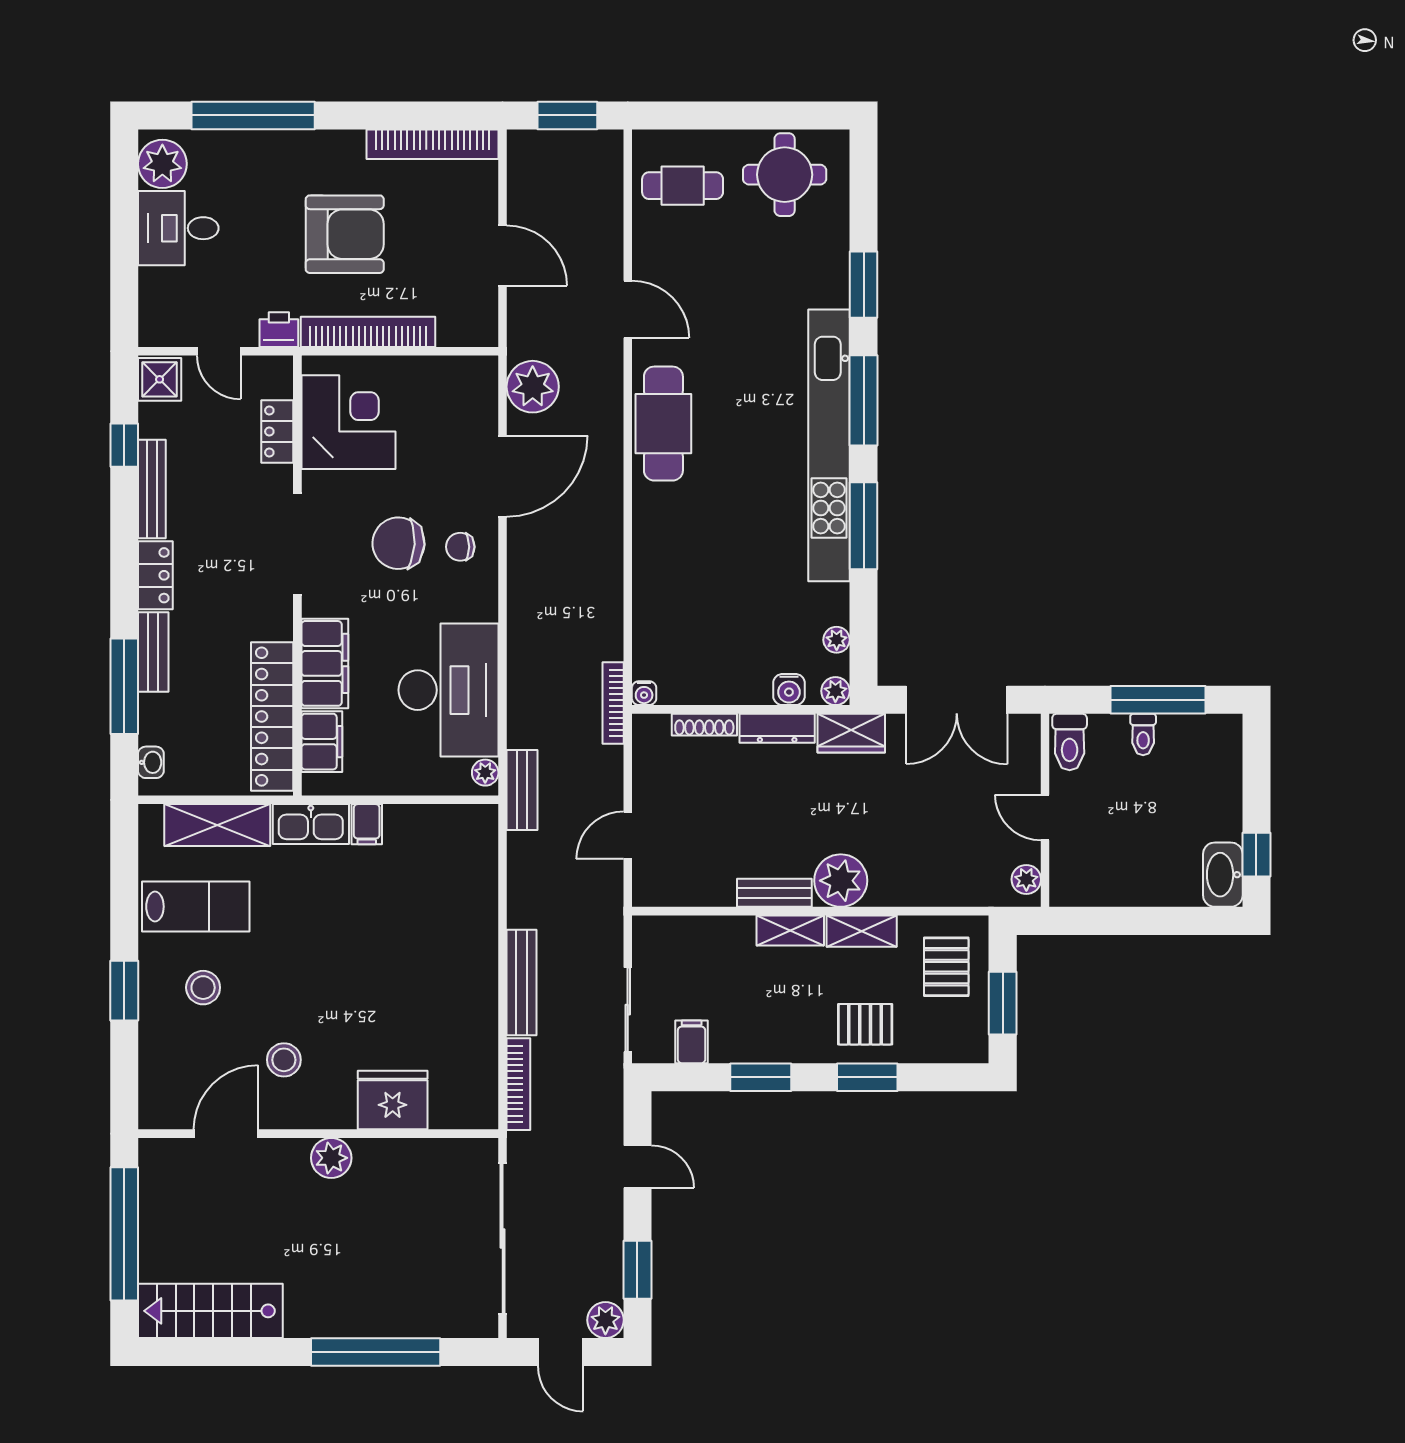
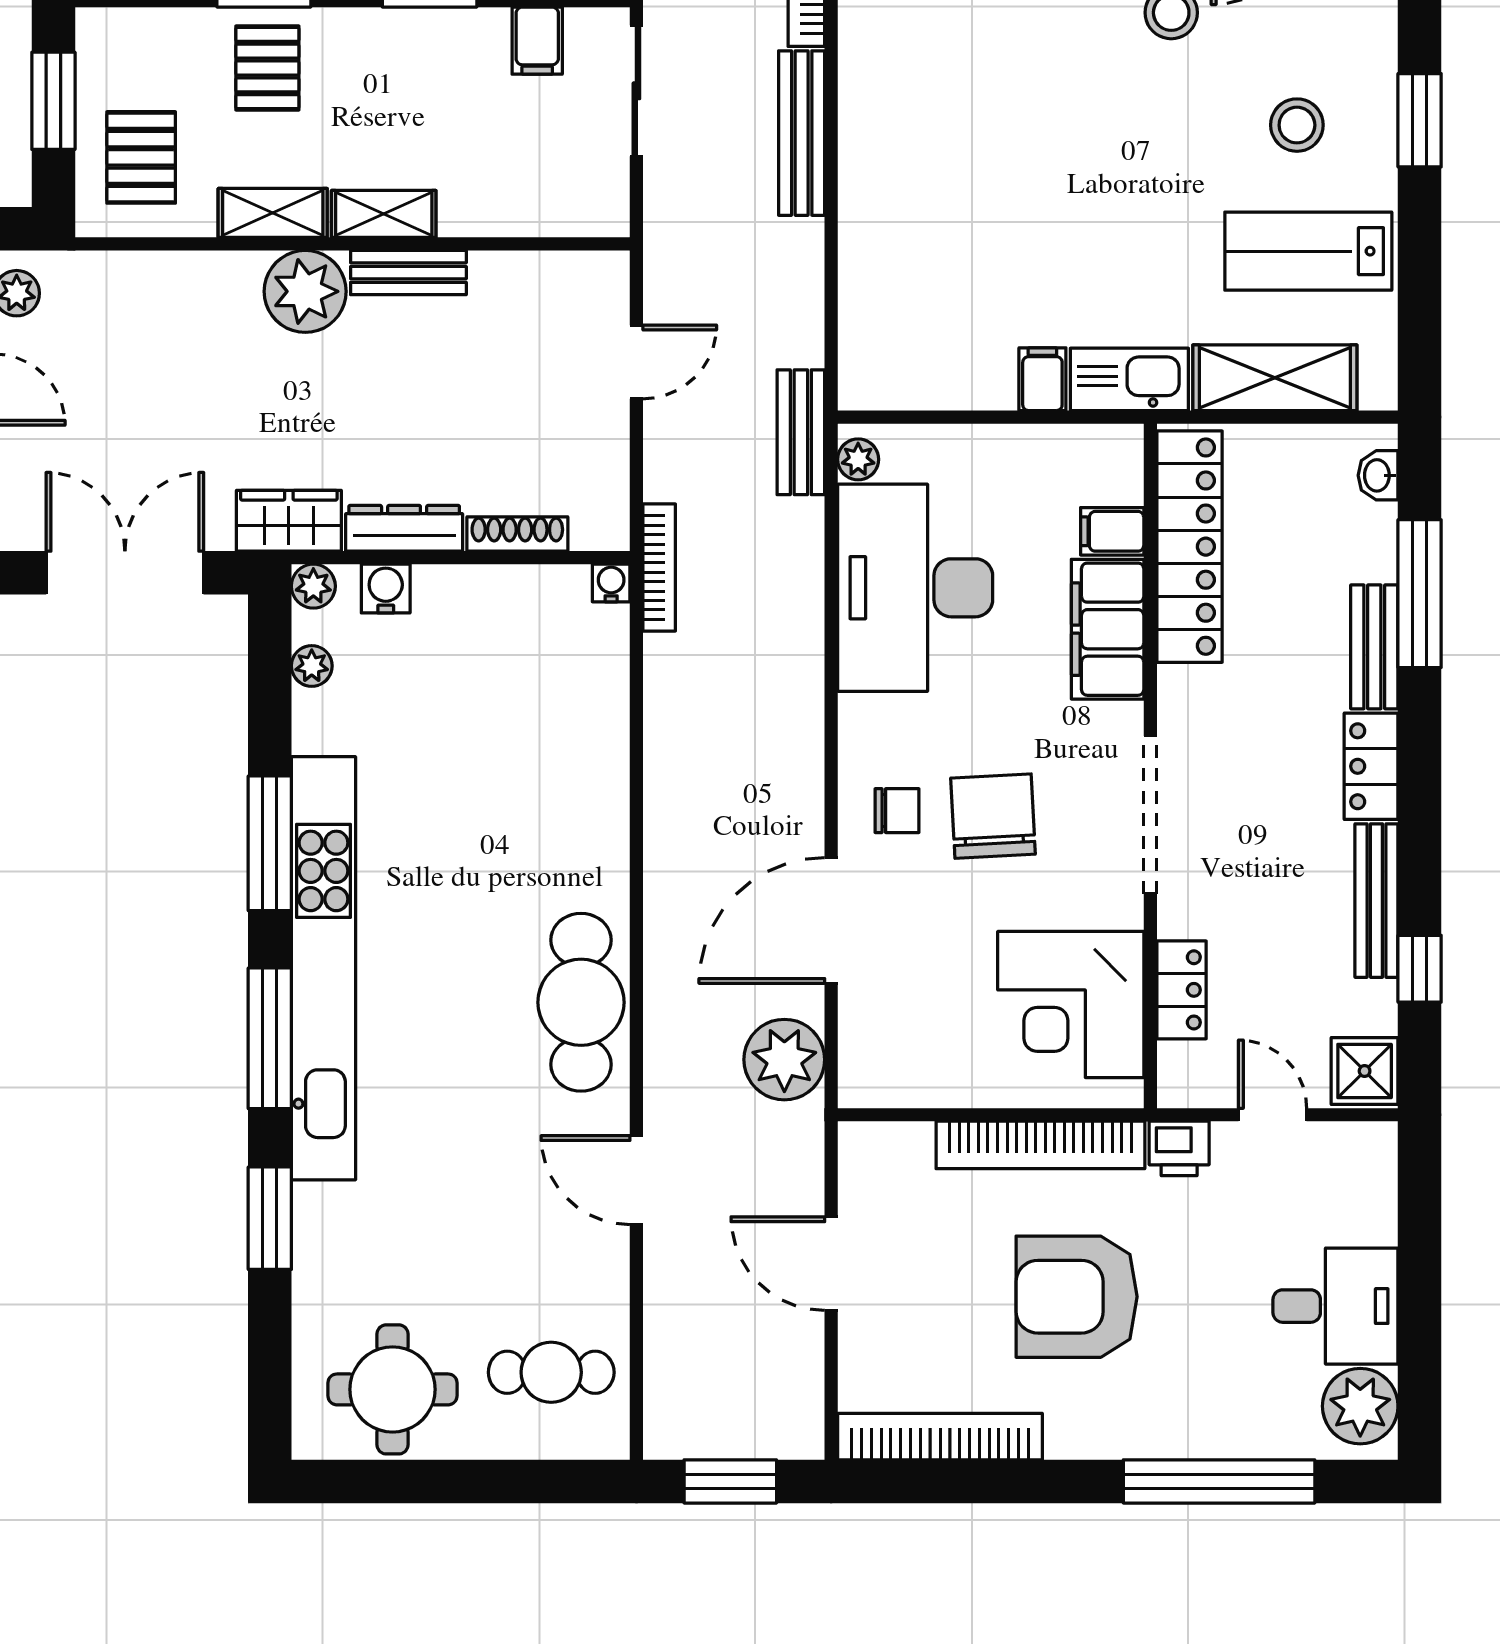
chair: (398, 543) -> (993, 816), turned -96
filing cabinet: (322, 742) -> (1112, 531), width x0.50
pallet: (865, 1024) -> (267, 68), turned 90

